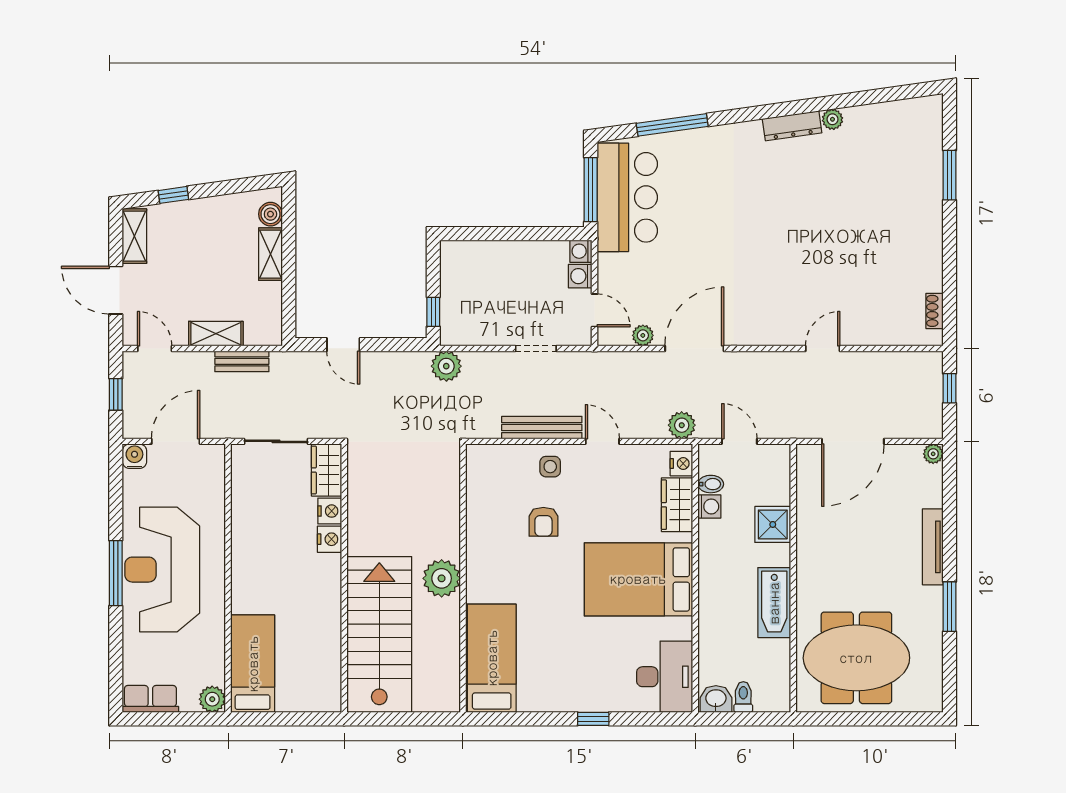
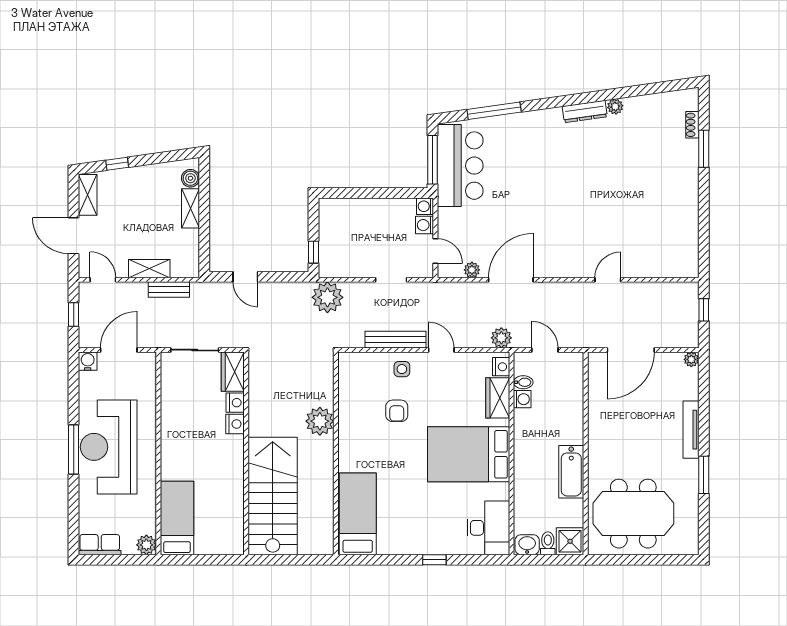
shoe rack: (934, 311) -> (692, 125), moved
plant: (446, 366) -> (327, 297), width x1.36, depth x1.36
shower: (773, 524) -> (570, 541), moved
plant: (442, 578) -> (320, 421), moved

